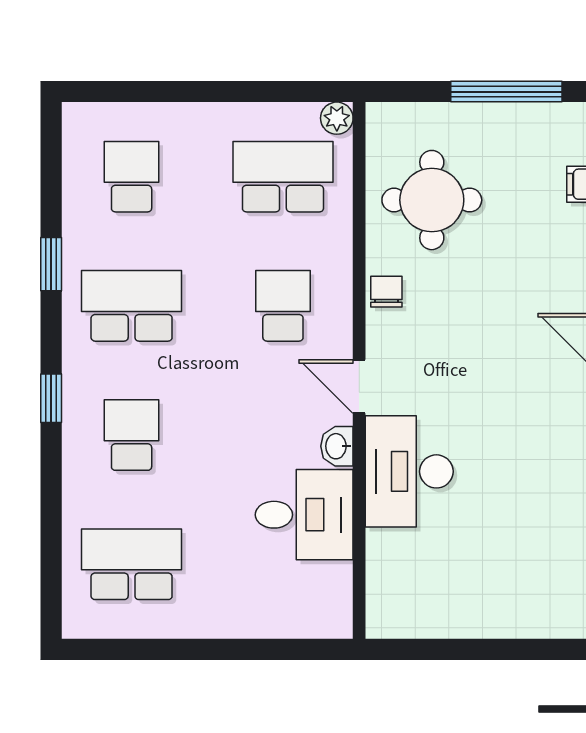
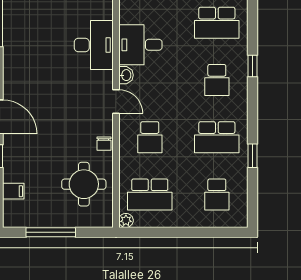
window: (51, 398) -> (252, 66), moved
desk: (409, 471) -> (94, 45), moved

